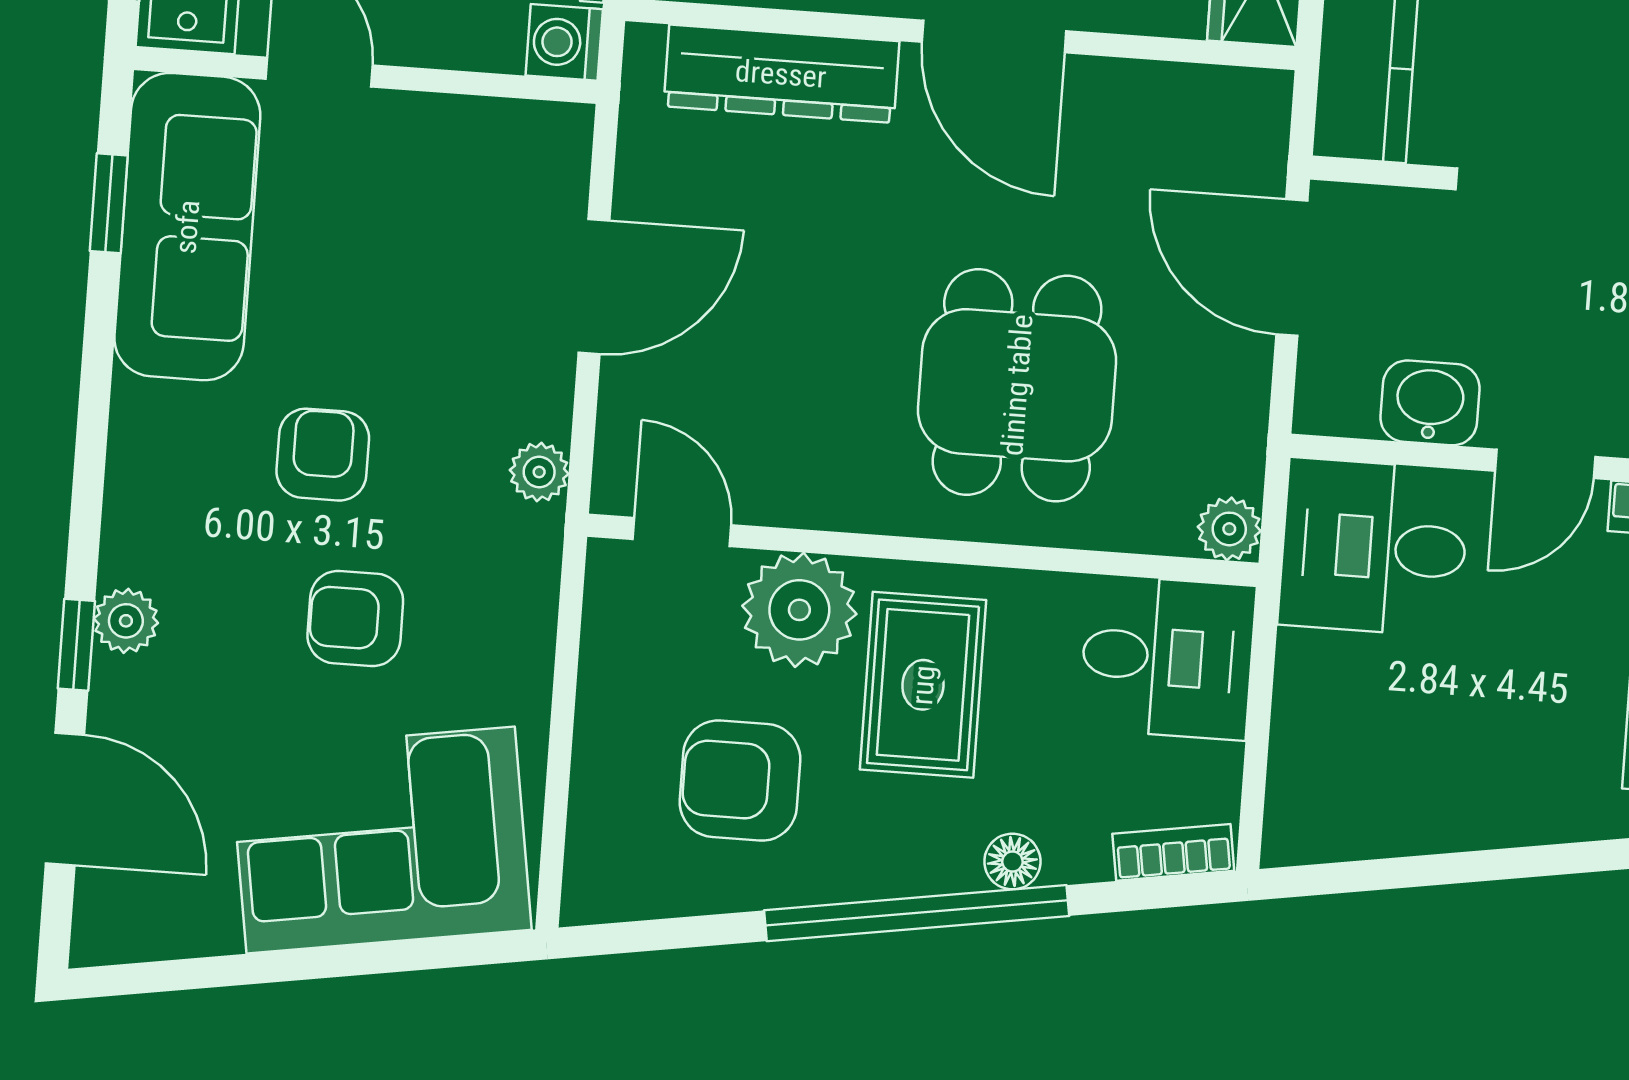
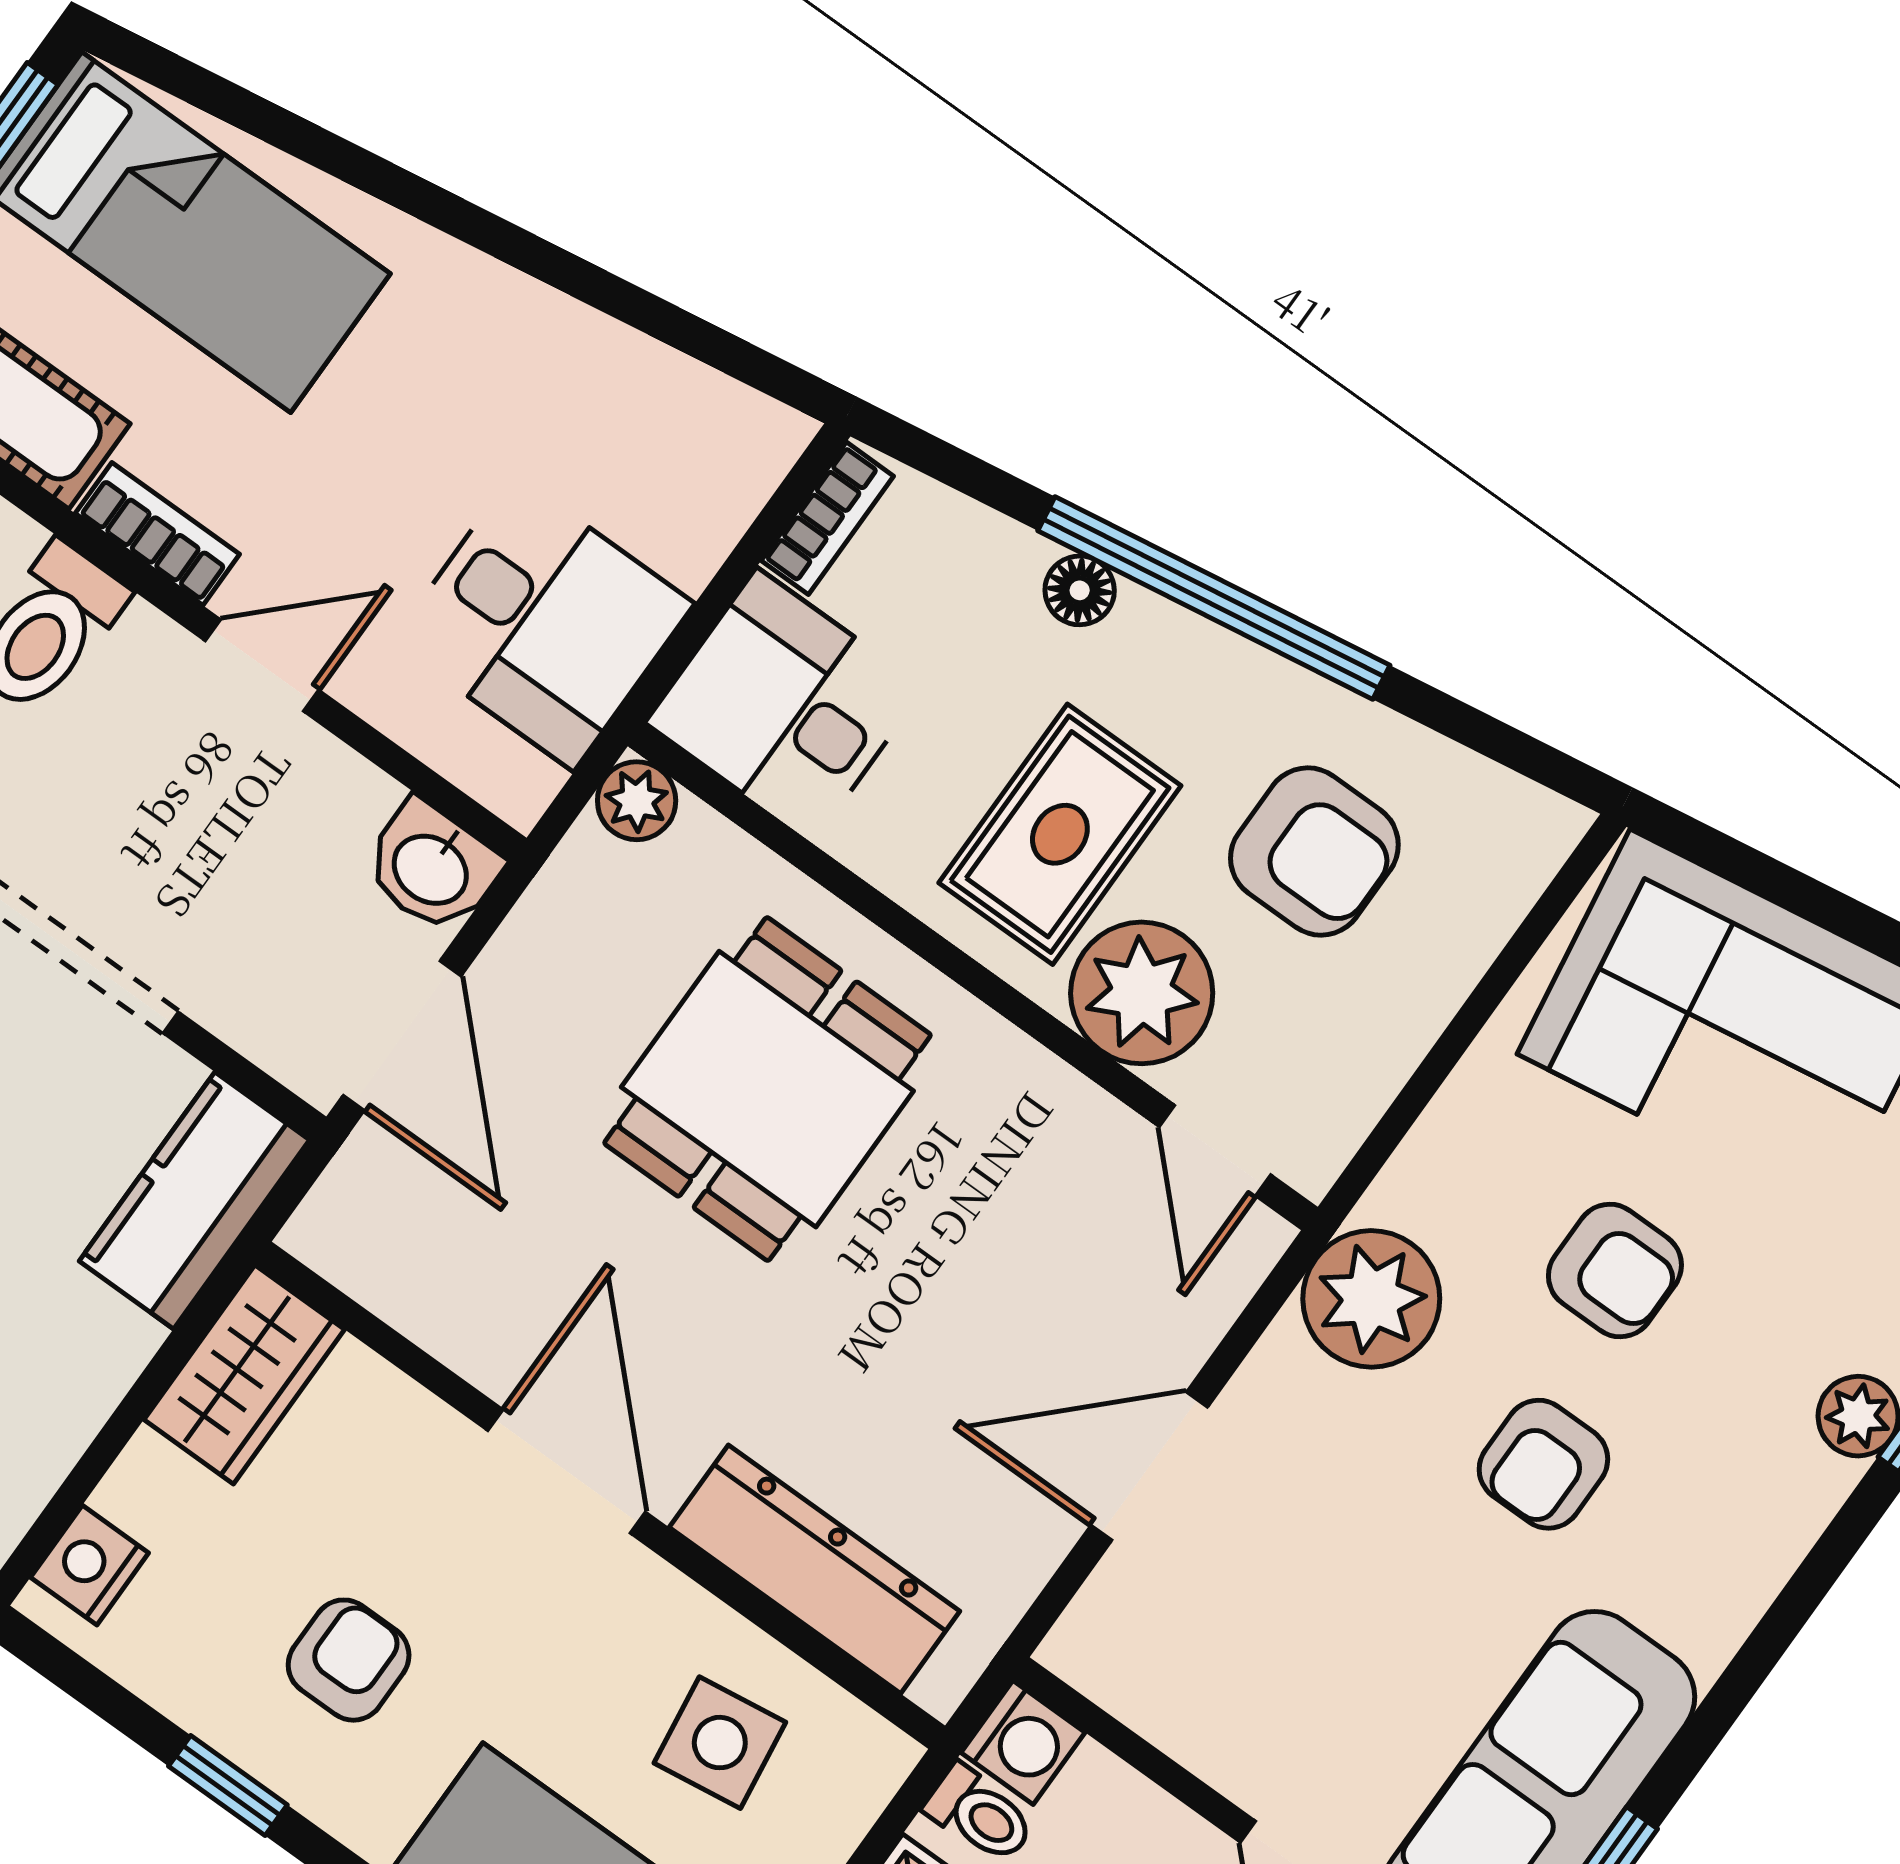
washbasin: (1430, 403) -> (432, 867), moved
plant: (539, 472) -> (1371, 1299), width x1.88, depth x1.88
desk: (1374, 547) -> (543, 622), moved
bookcase: (1173, 852) -> (827, 518), moved, turned -81

